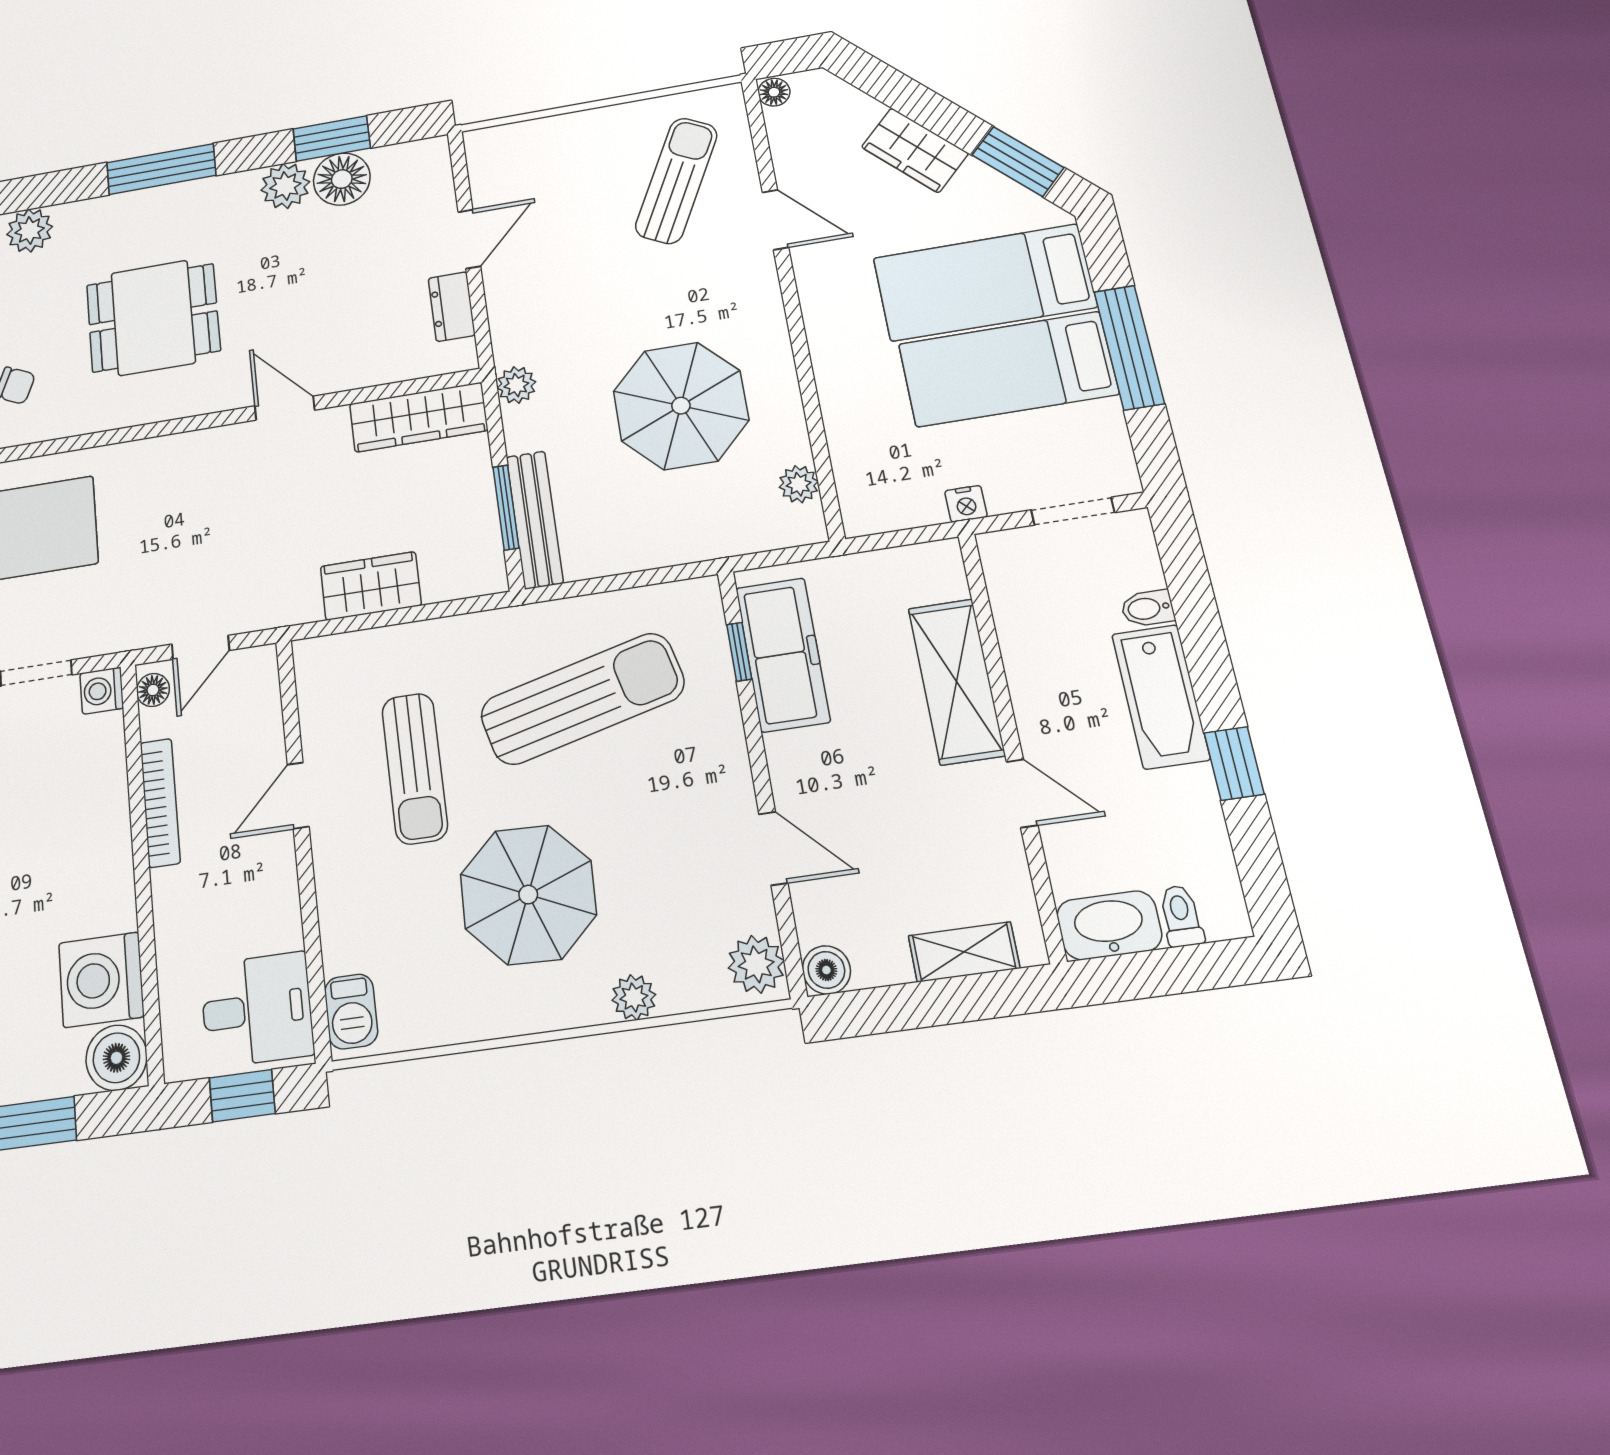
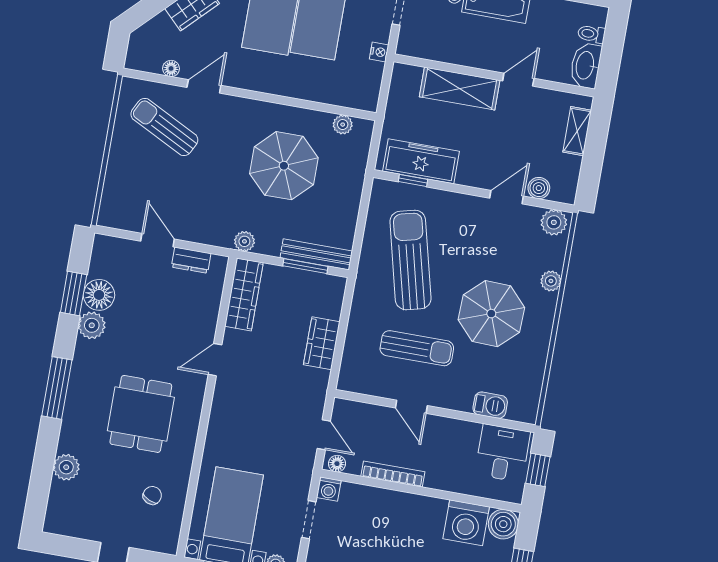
floor lamp: (774, 92) -> (171, 68), moved
boiler: (826, 970) -> (539, 188), moved
barbecue: (351, 1011) -> (490, 405), moved

